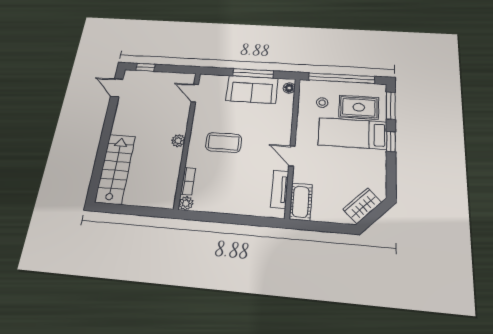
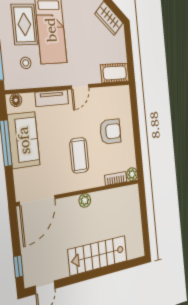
door: (195, 93) -> (37, 200), width x1.88
stairs: (115, 169) -> (98, 255), moved
armchair: (239, 184) -> (110, 132), added
tv unit: (280, 189) -> (52, 98), moved

